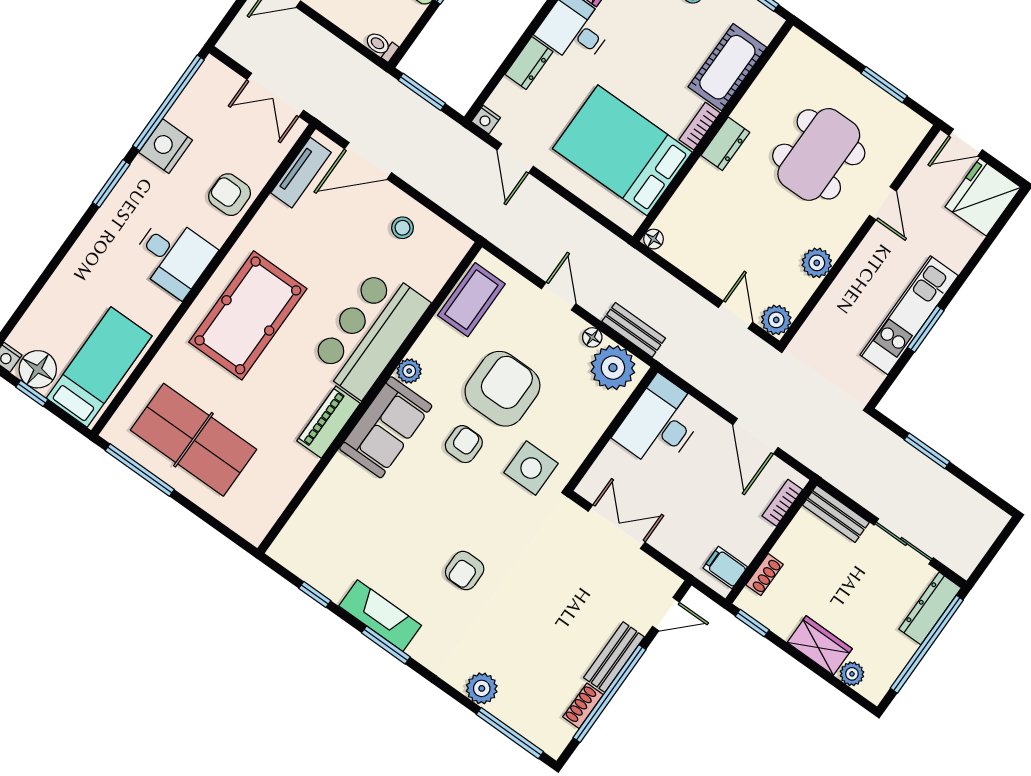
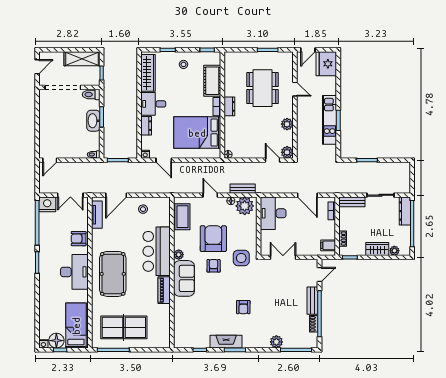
nightstand: (166, 146) -> (47, 204), moved, turned 90
desk: (173, 256) -> (74, 272), width x1.37

